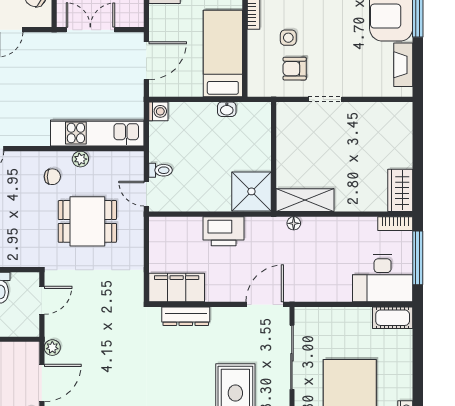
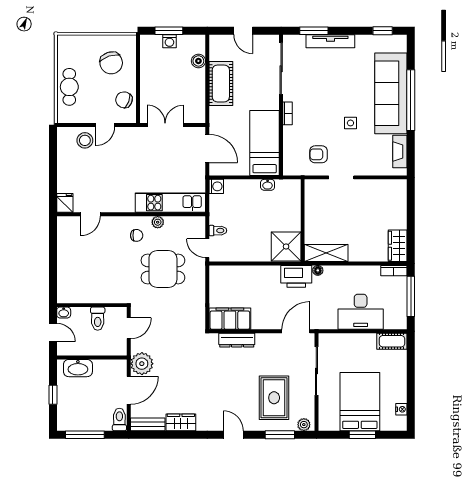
side table: (288, 38) -> (350, 123), moved
door: (146, 61) -> (207, 148), hinge flipped
printer: (224, 231) -> (296, 276), moved
desk: (383, 278) -> (361, 312), moved
plant: (52, 348) -> (142, 364), width x1.87, depth x1.87

